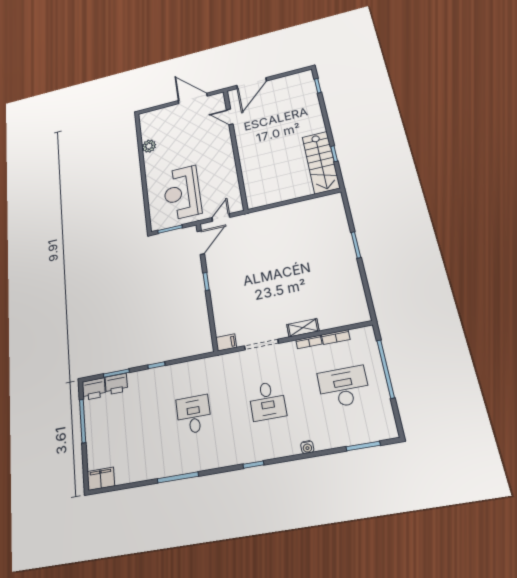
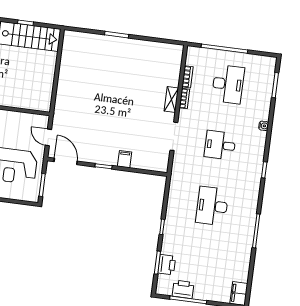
filing cabinet: (226, 342) -> (125, 159), moved
desk: (344, 387) -> (228, 84), turned 180
printer: (94, 389) -> (183, 289), moved, turned -90
desk: (267, 401) -> (220, 145), turned 180
desk: (194, 414) -> (212, 206), width x1.37

